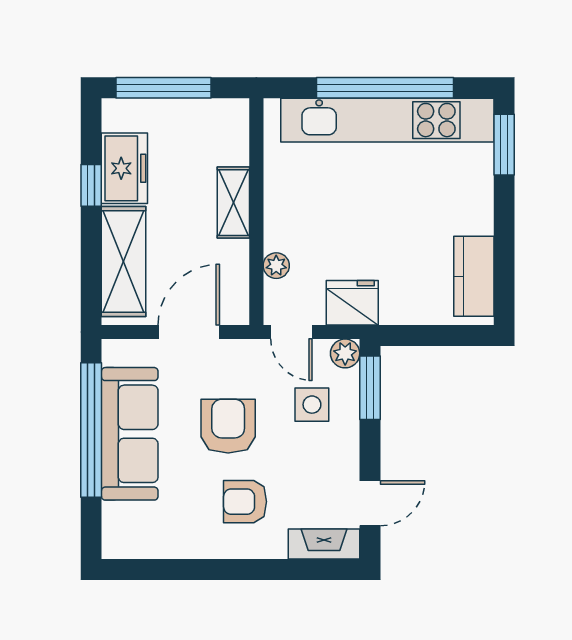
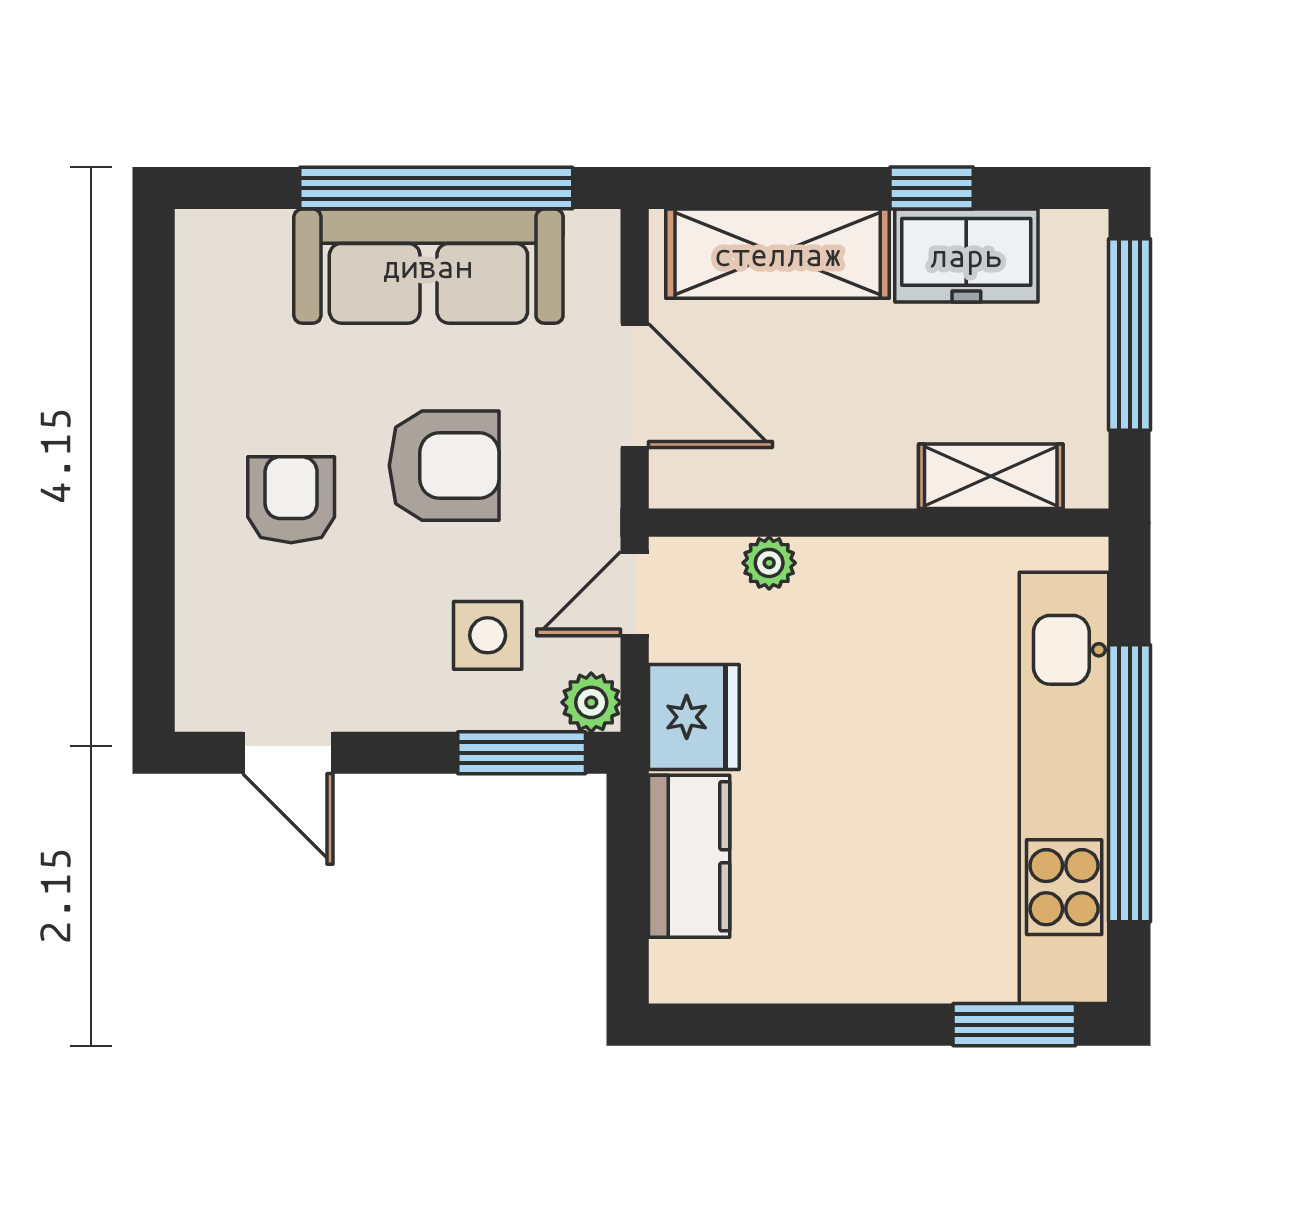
shelving: (233, 203) -> (991, 476), moved
kitchen counter: (474, 276) -> (689, 856), moved, turned 90
fireplace: (324, 544) -> (205, 660), removed

